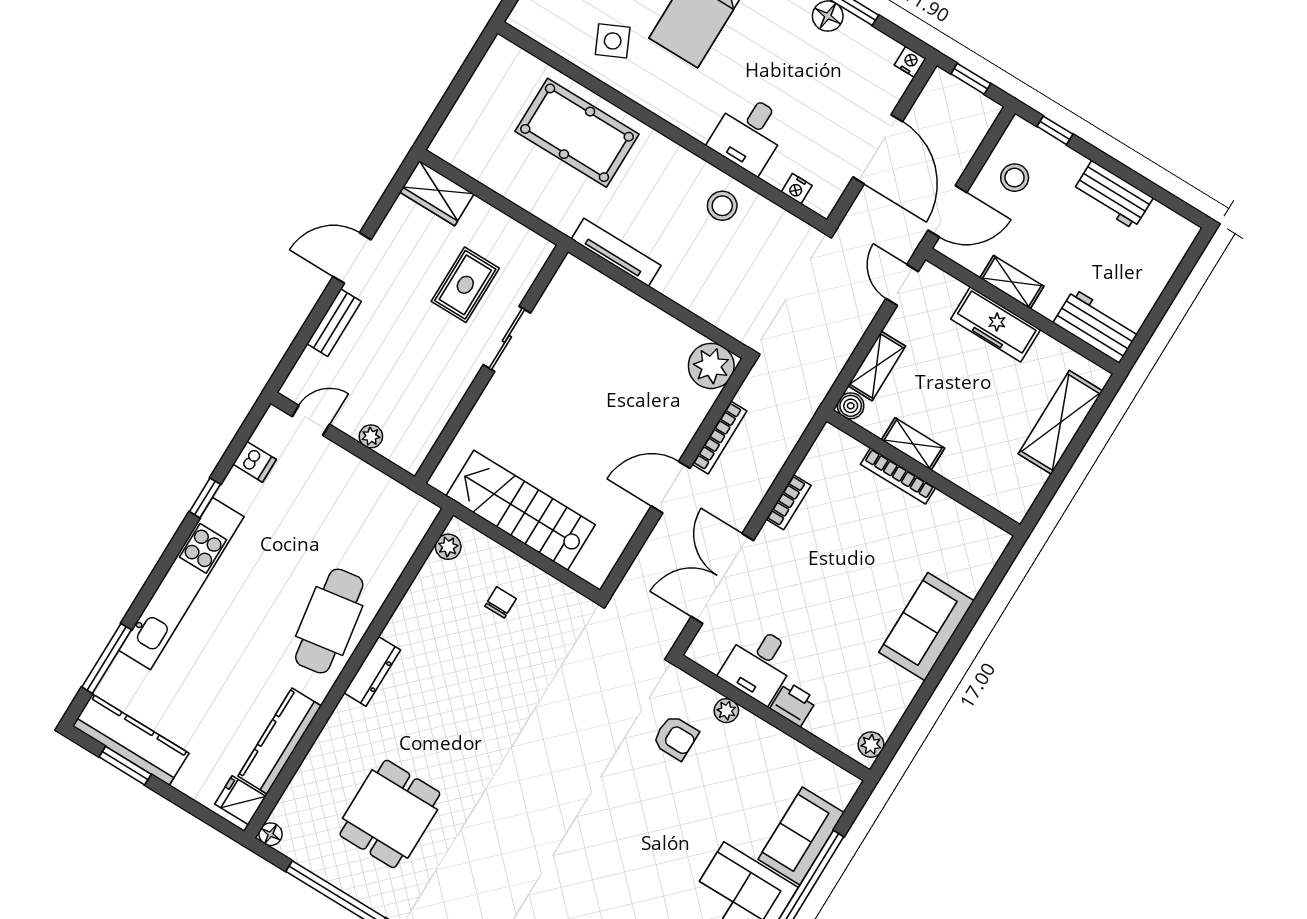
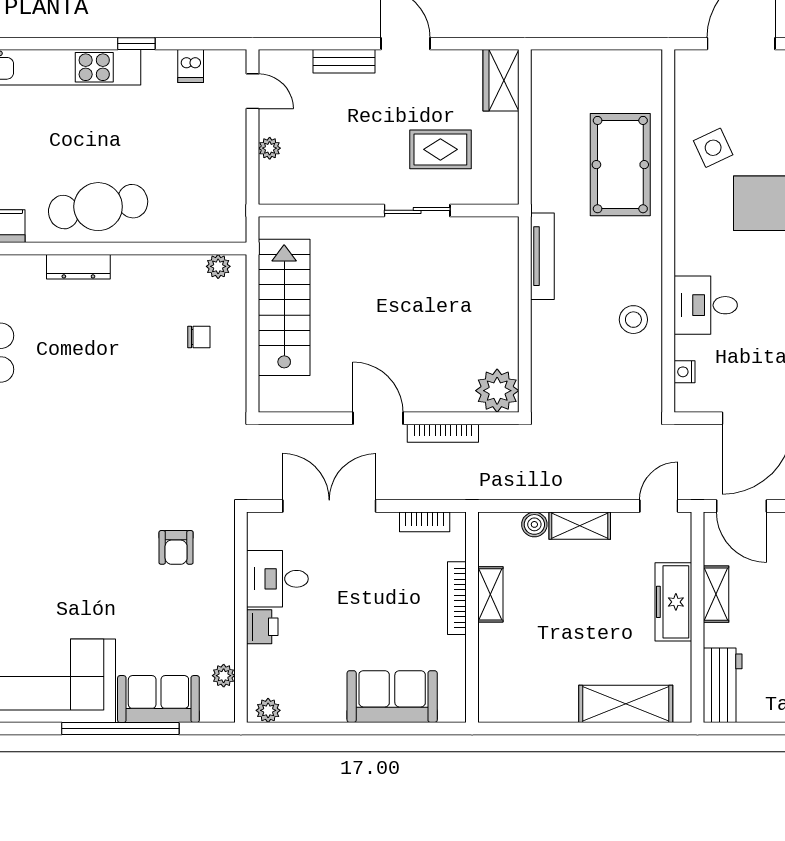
shelving: (913, 444) -> (490, 594), moved
wall: (923, 473) -> (472, 617), moved
bookcase: (898, 476) -> (457, 598), moved
plant: (726, 711) -> (224, 676), moved

